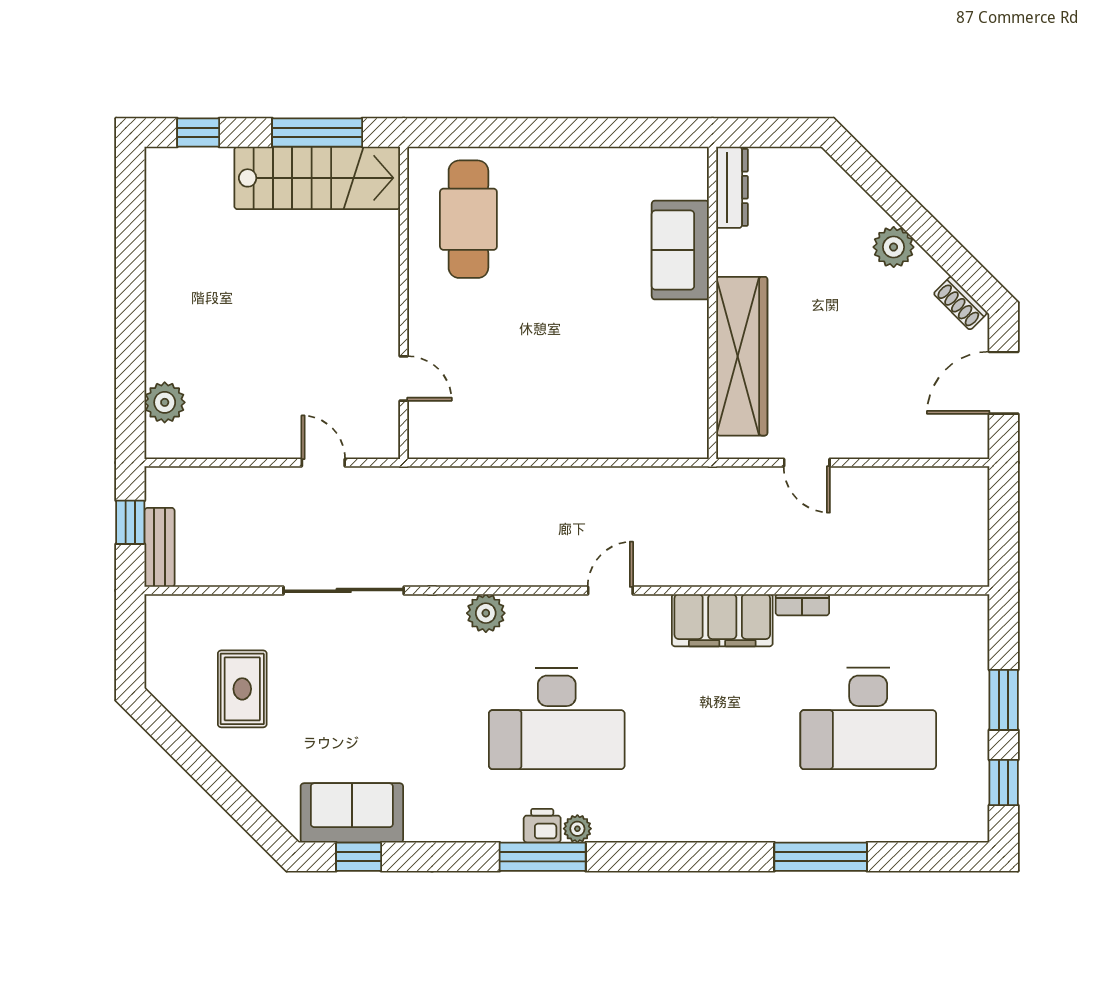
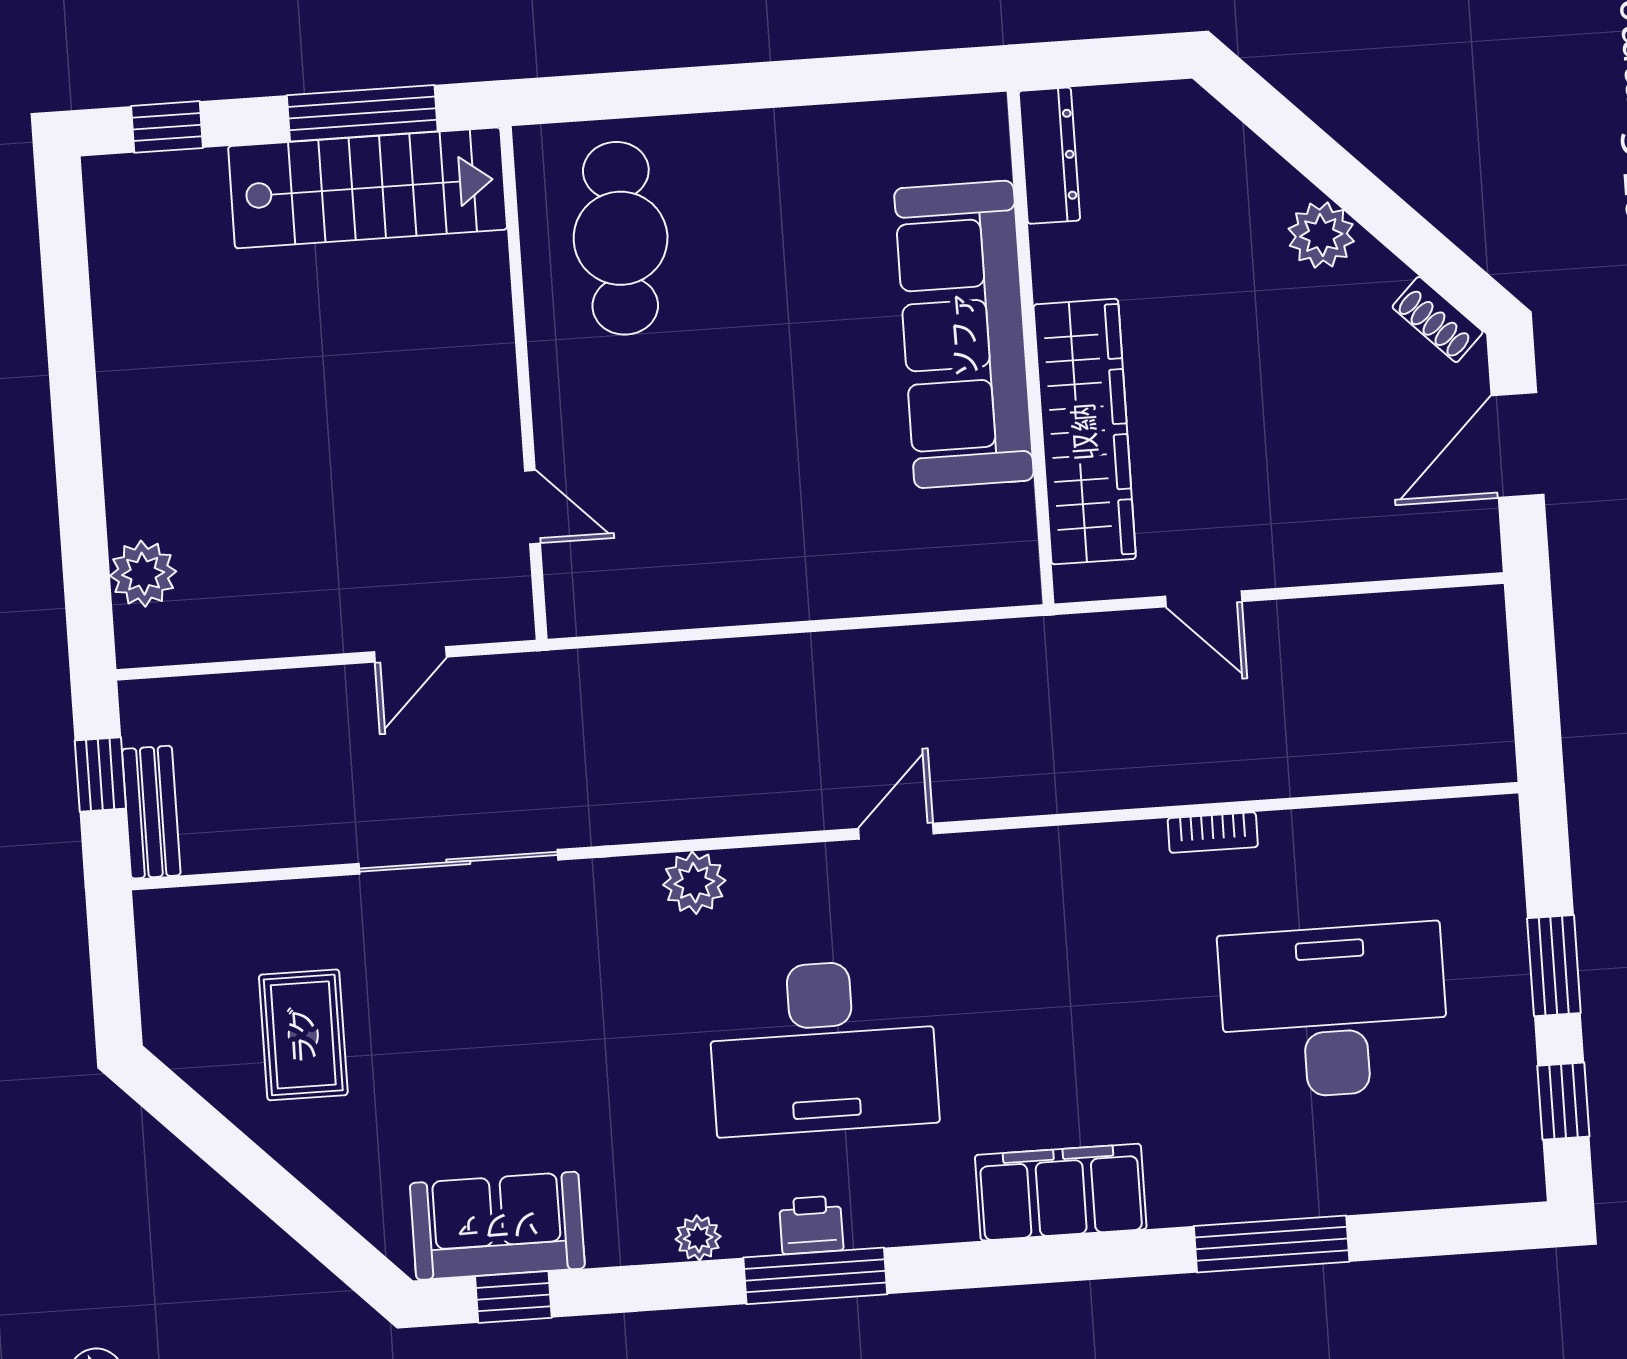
sofa: (680, 250) -> (964, 334), width x1.85, depth x1.27
door: (323, 463) -> (410, 654), swing flipped
filing cabinet: (722, 620) -> (1061, 1192), moved, turned 180
desk: (868, 718) -> (1334, 1011), turned 180
plant: (577, 829) -> (698, 1238), moved

